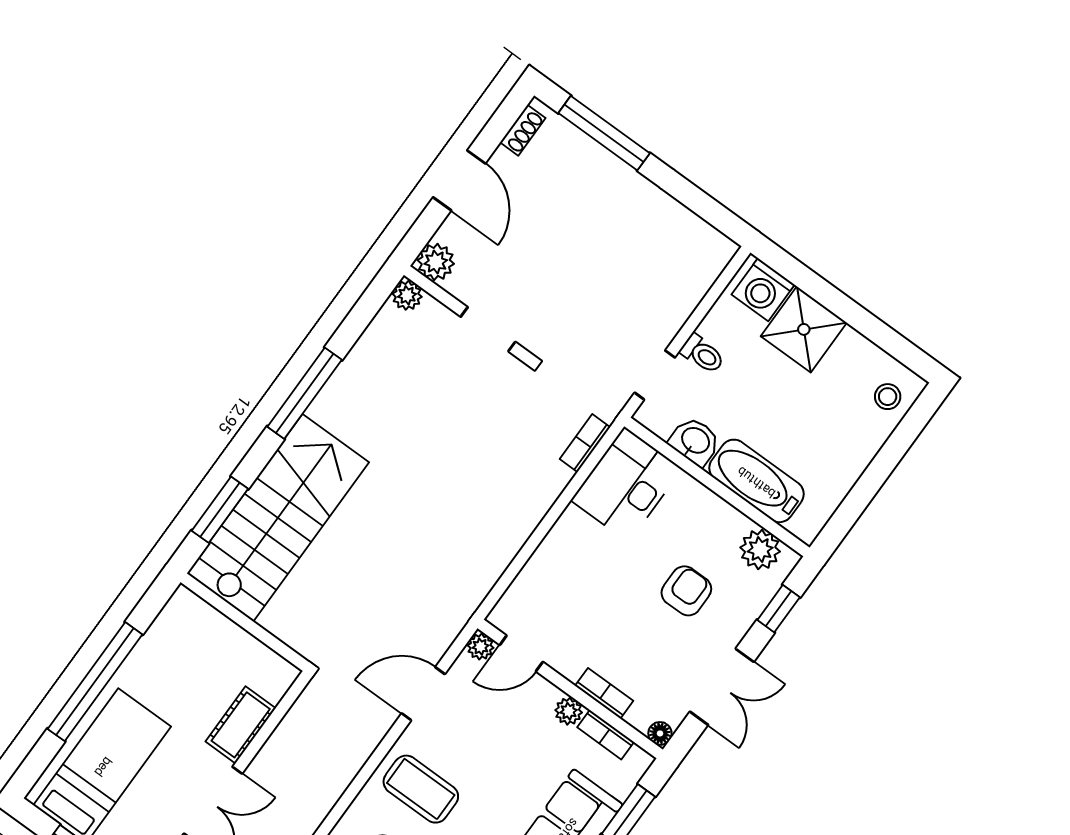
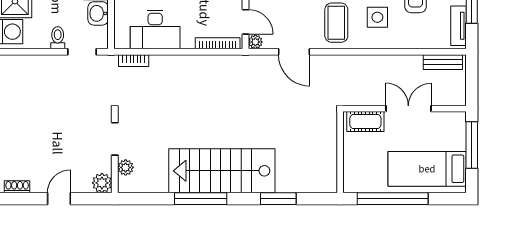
door: (459, 180) -> (59, 199), width x0.73
plant: (407, 295) -> (126, 167), moved
desk: (626, 484) -> (155, 30), moved
stairs: (278, 518) -> (222, 171), moved
bookcase: (519, 588) -> (218, 43), added
wall: (245, 622) -> (340, 152), moved

